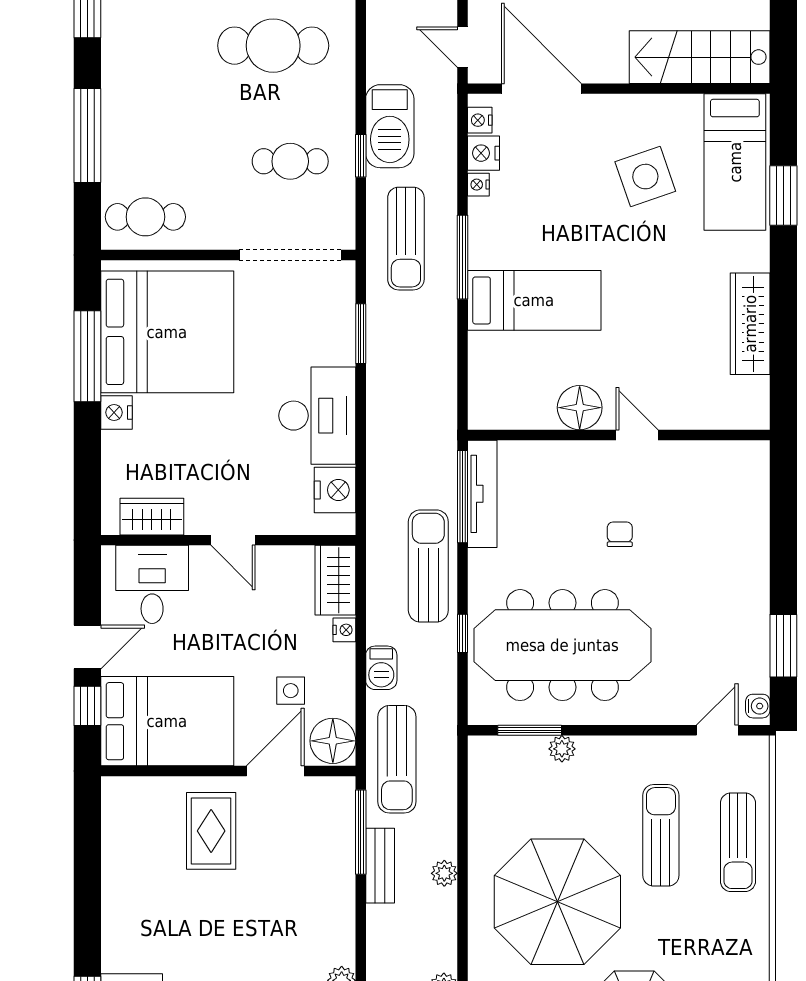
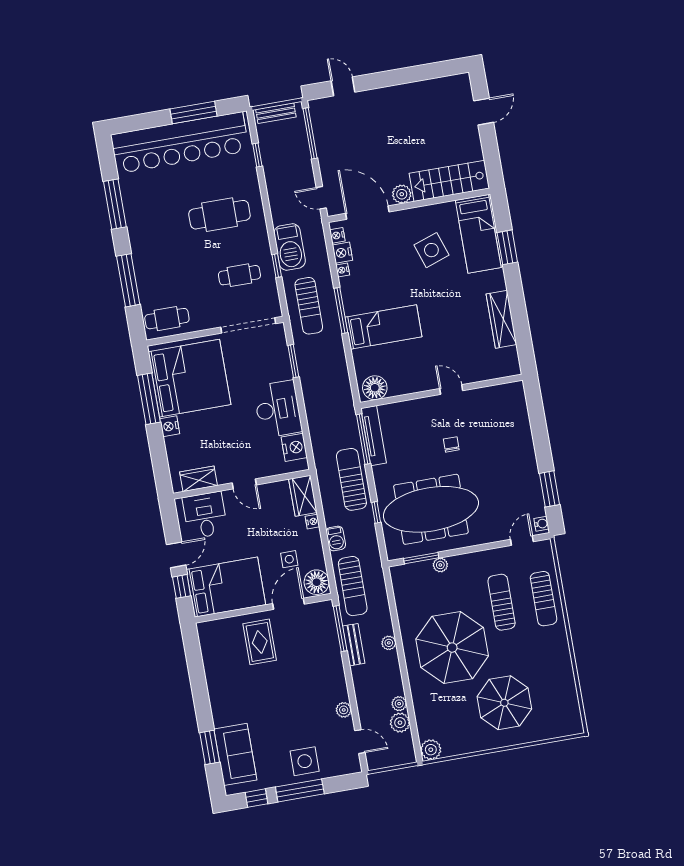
plant: (609, 66) -> (402, 194), added
floor lamp: (580, 408) -> (375, 388), moved

